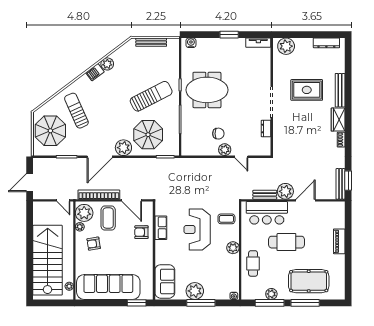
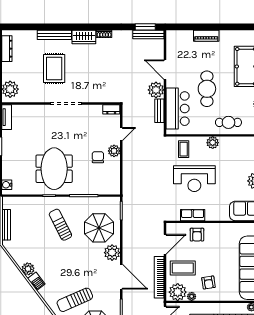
sun lounger: (151, 96) -> (60, 225), width x0.73, depth x0.75
dresser: (266, 128) -> (111, 109), moved

